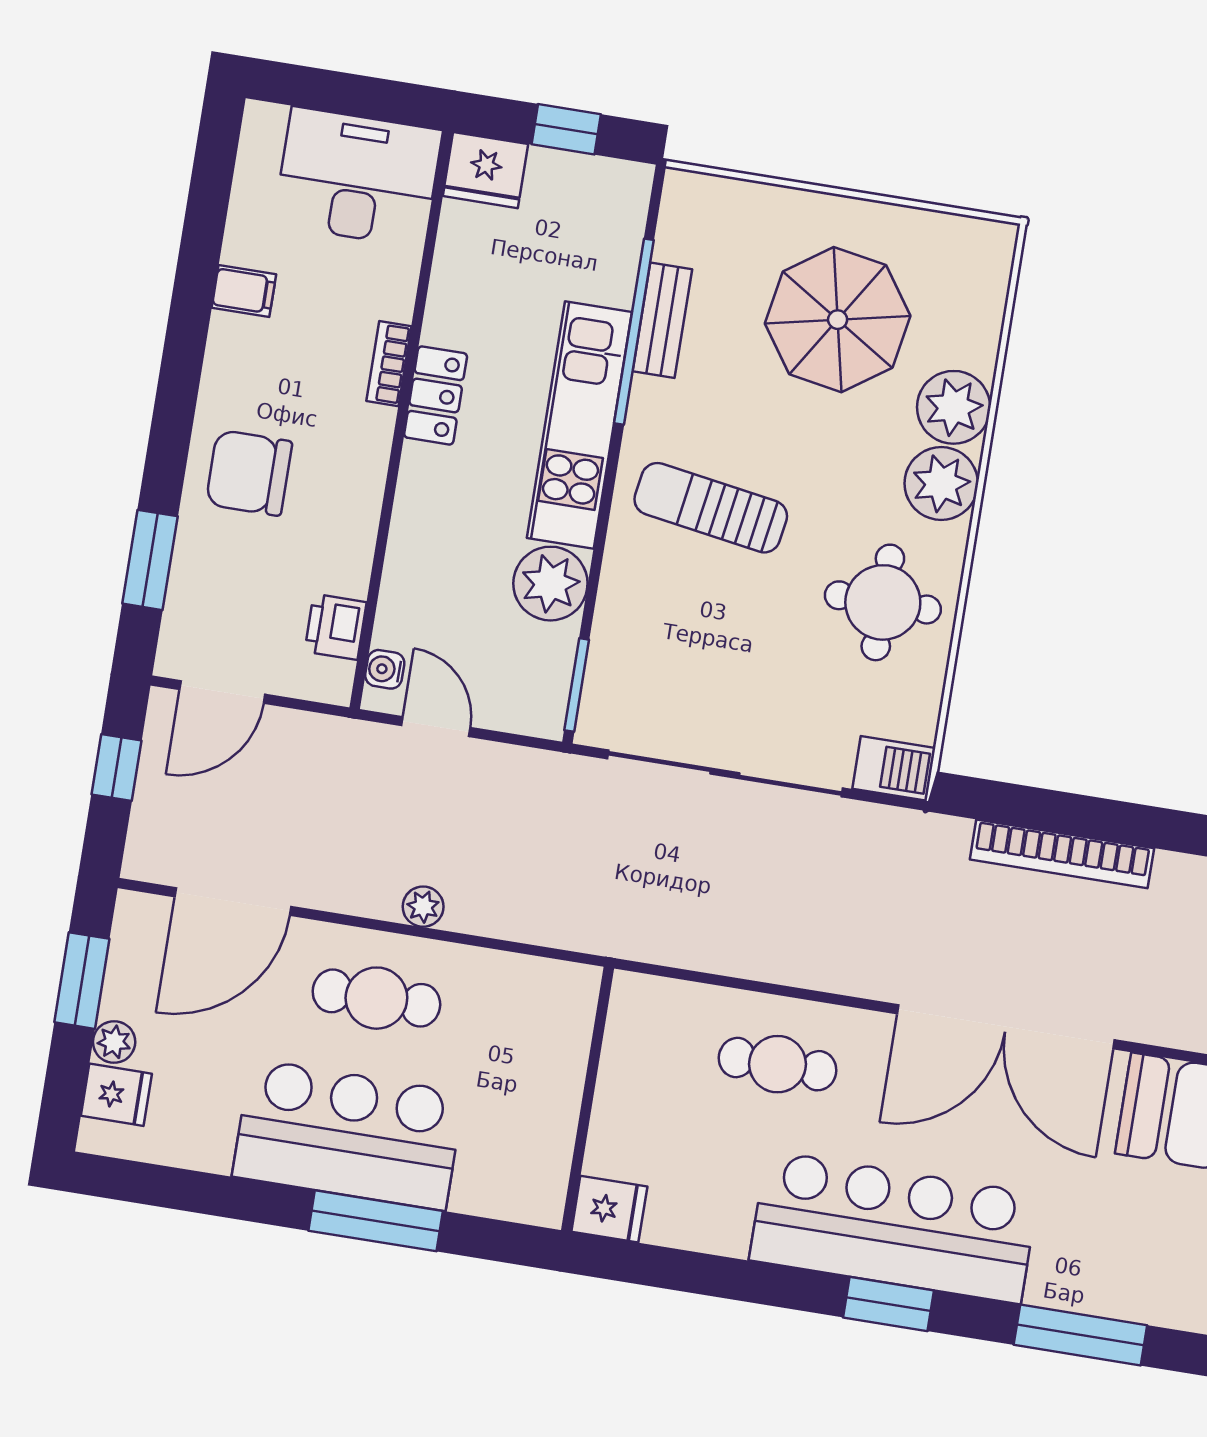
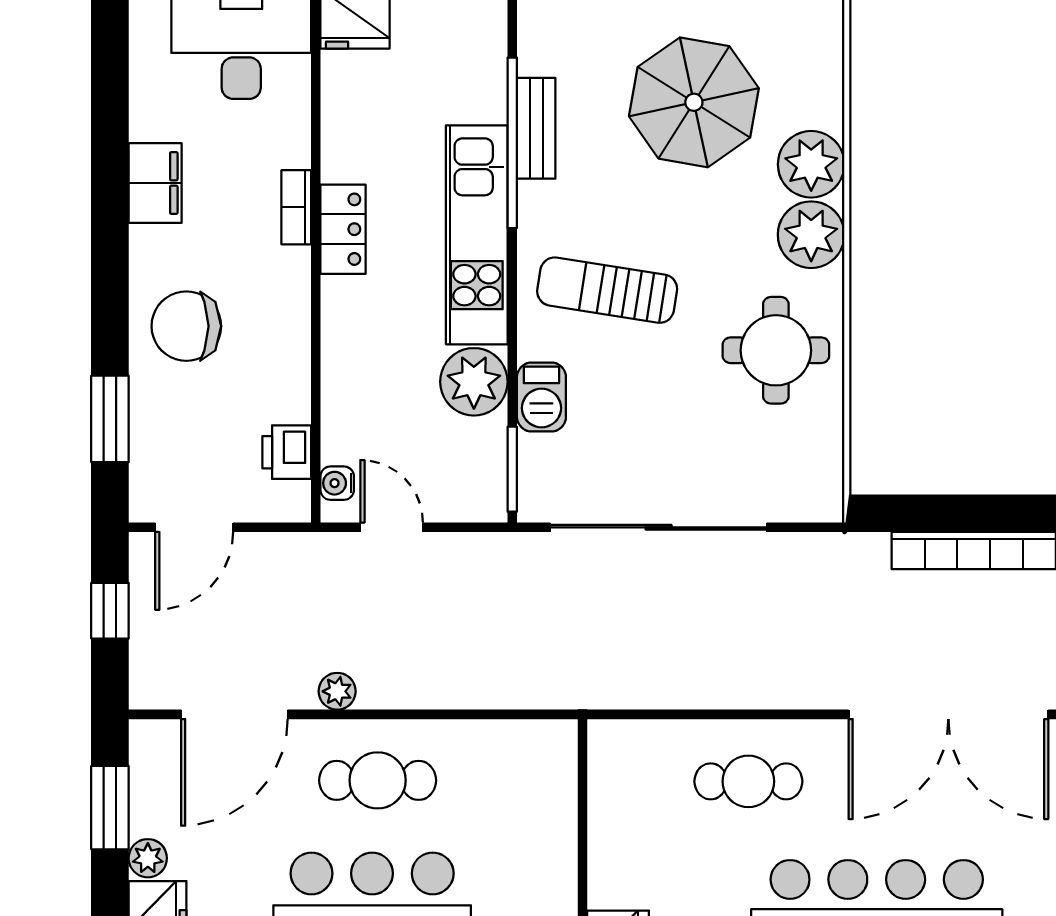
filing cabinet: (244, 291) -> (155, 183), width x2.00
barbecue: (894, 768) -> (541, 397), moved, turned 90
plant: (423, 907) -> (337, 691), moved

